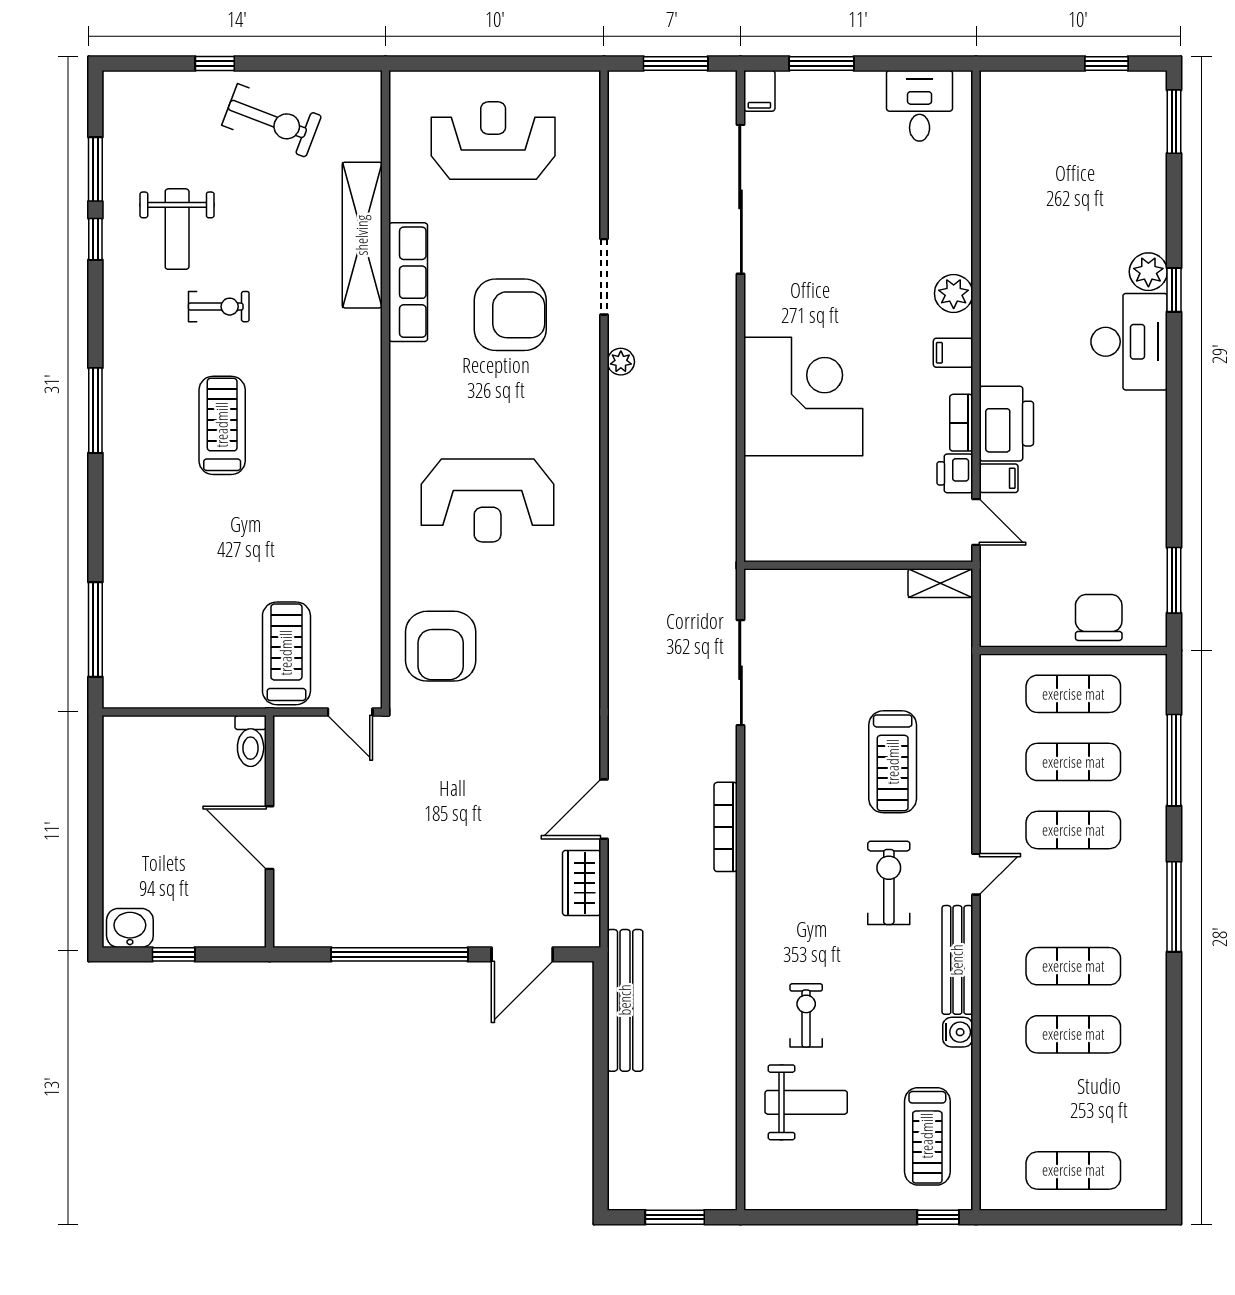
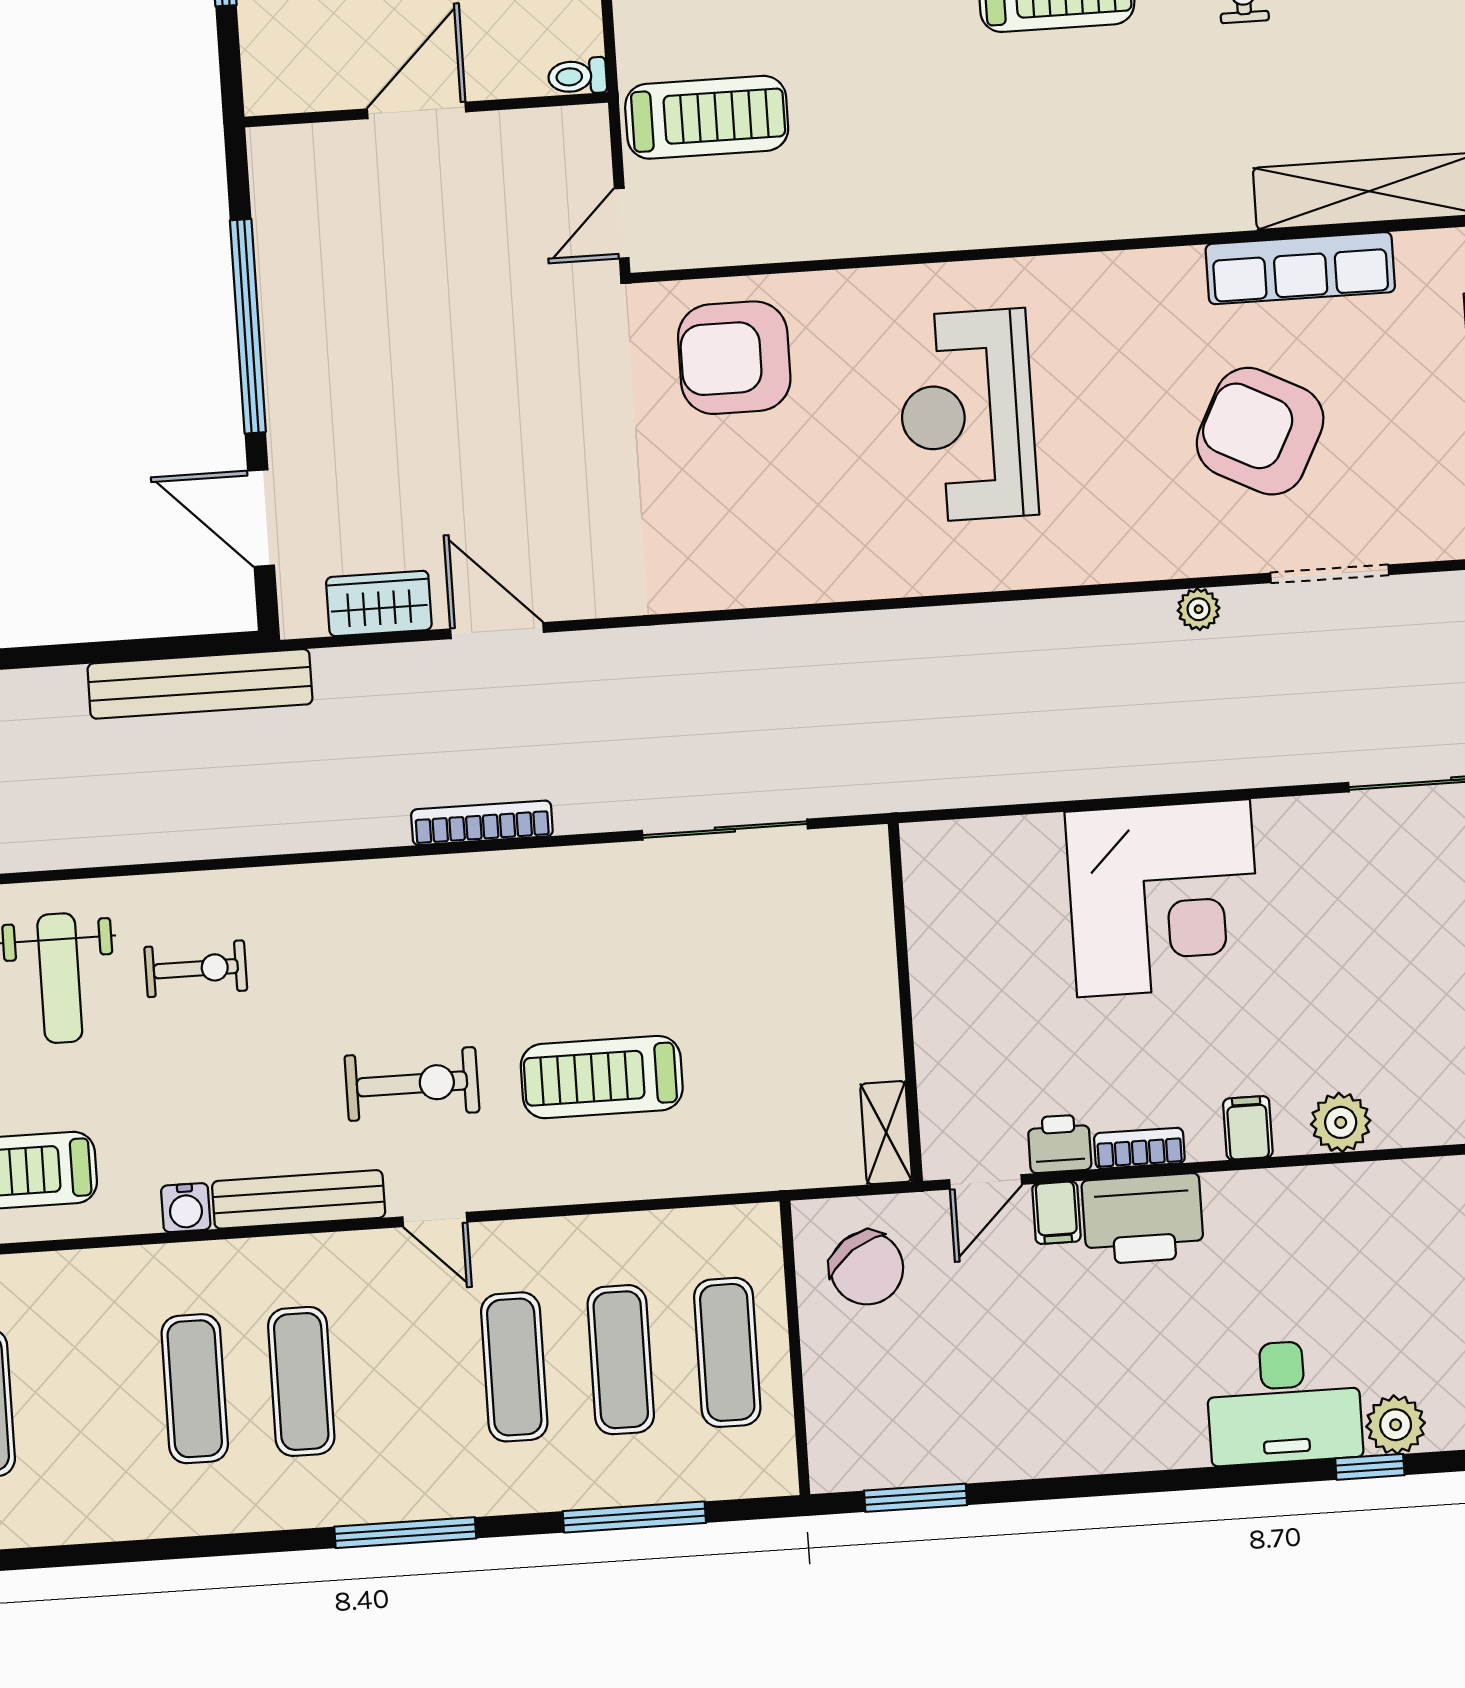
armchair: (510, 315) -> (1260, 431), turned 117
chair: (1099, 617) -> (867, 1268), moved, turned 55
toilet: (251, 741) -> (577, 76), width x0.73, depth x0.72

